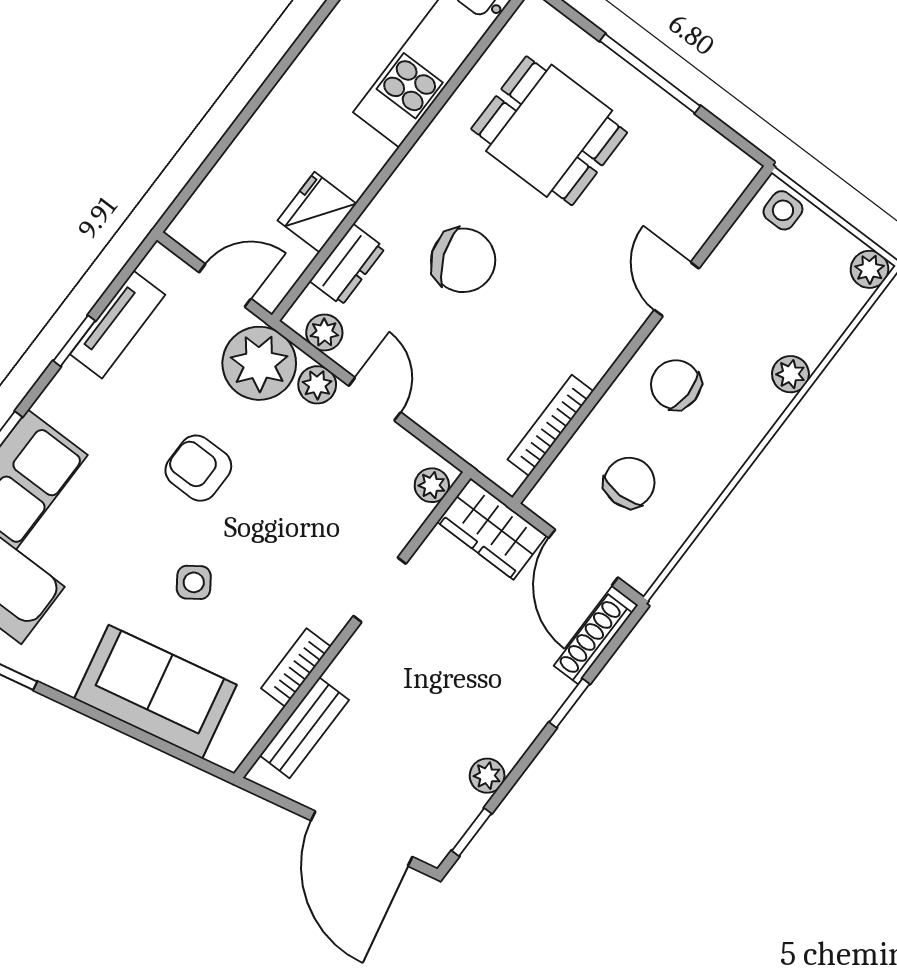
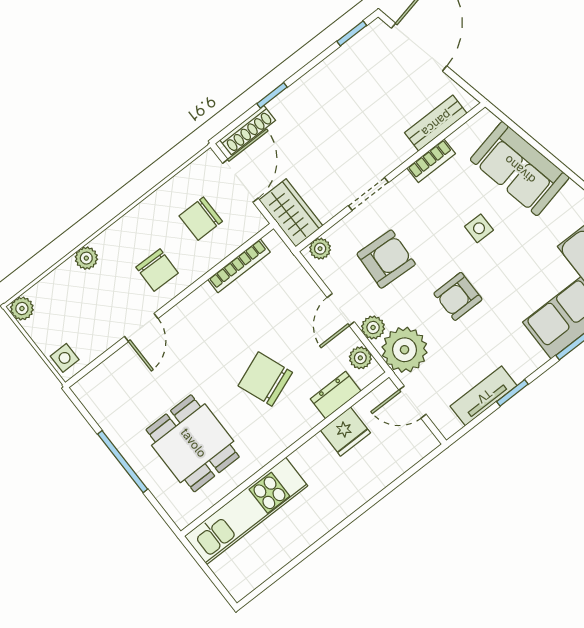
armchair: (198, 468) -> (458, 296), turned 90
armchair: (325, 496) -> (386, 259), added
side table: (194, 582) -> (479, 228), turned 35
plant: (487, 776) -> (333, 65), removed

